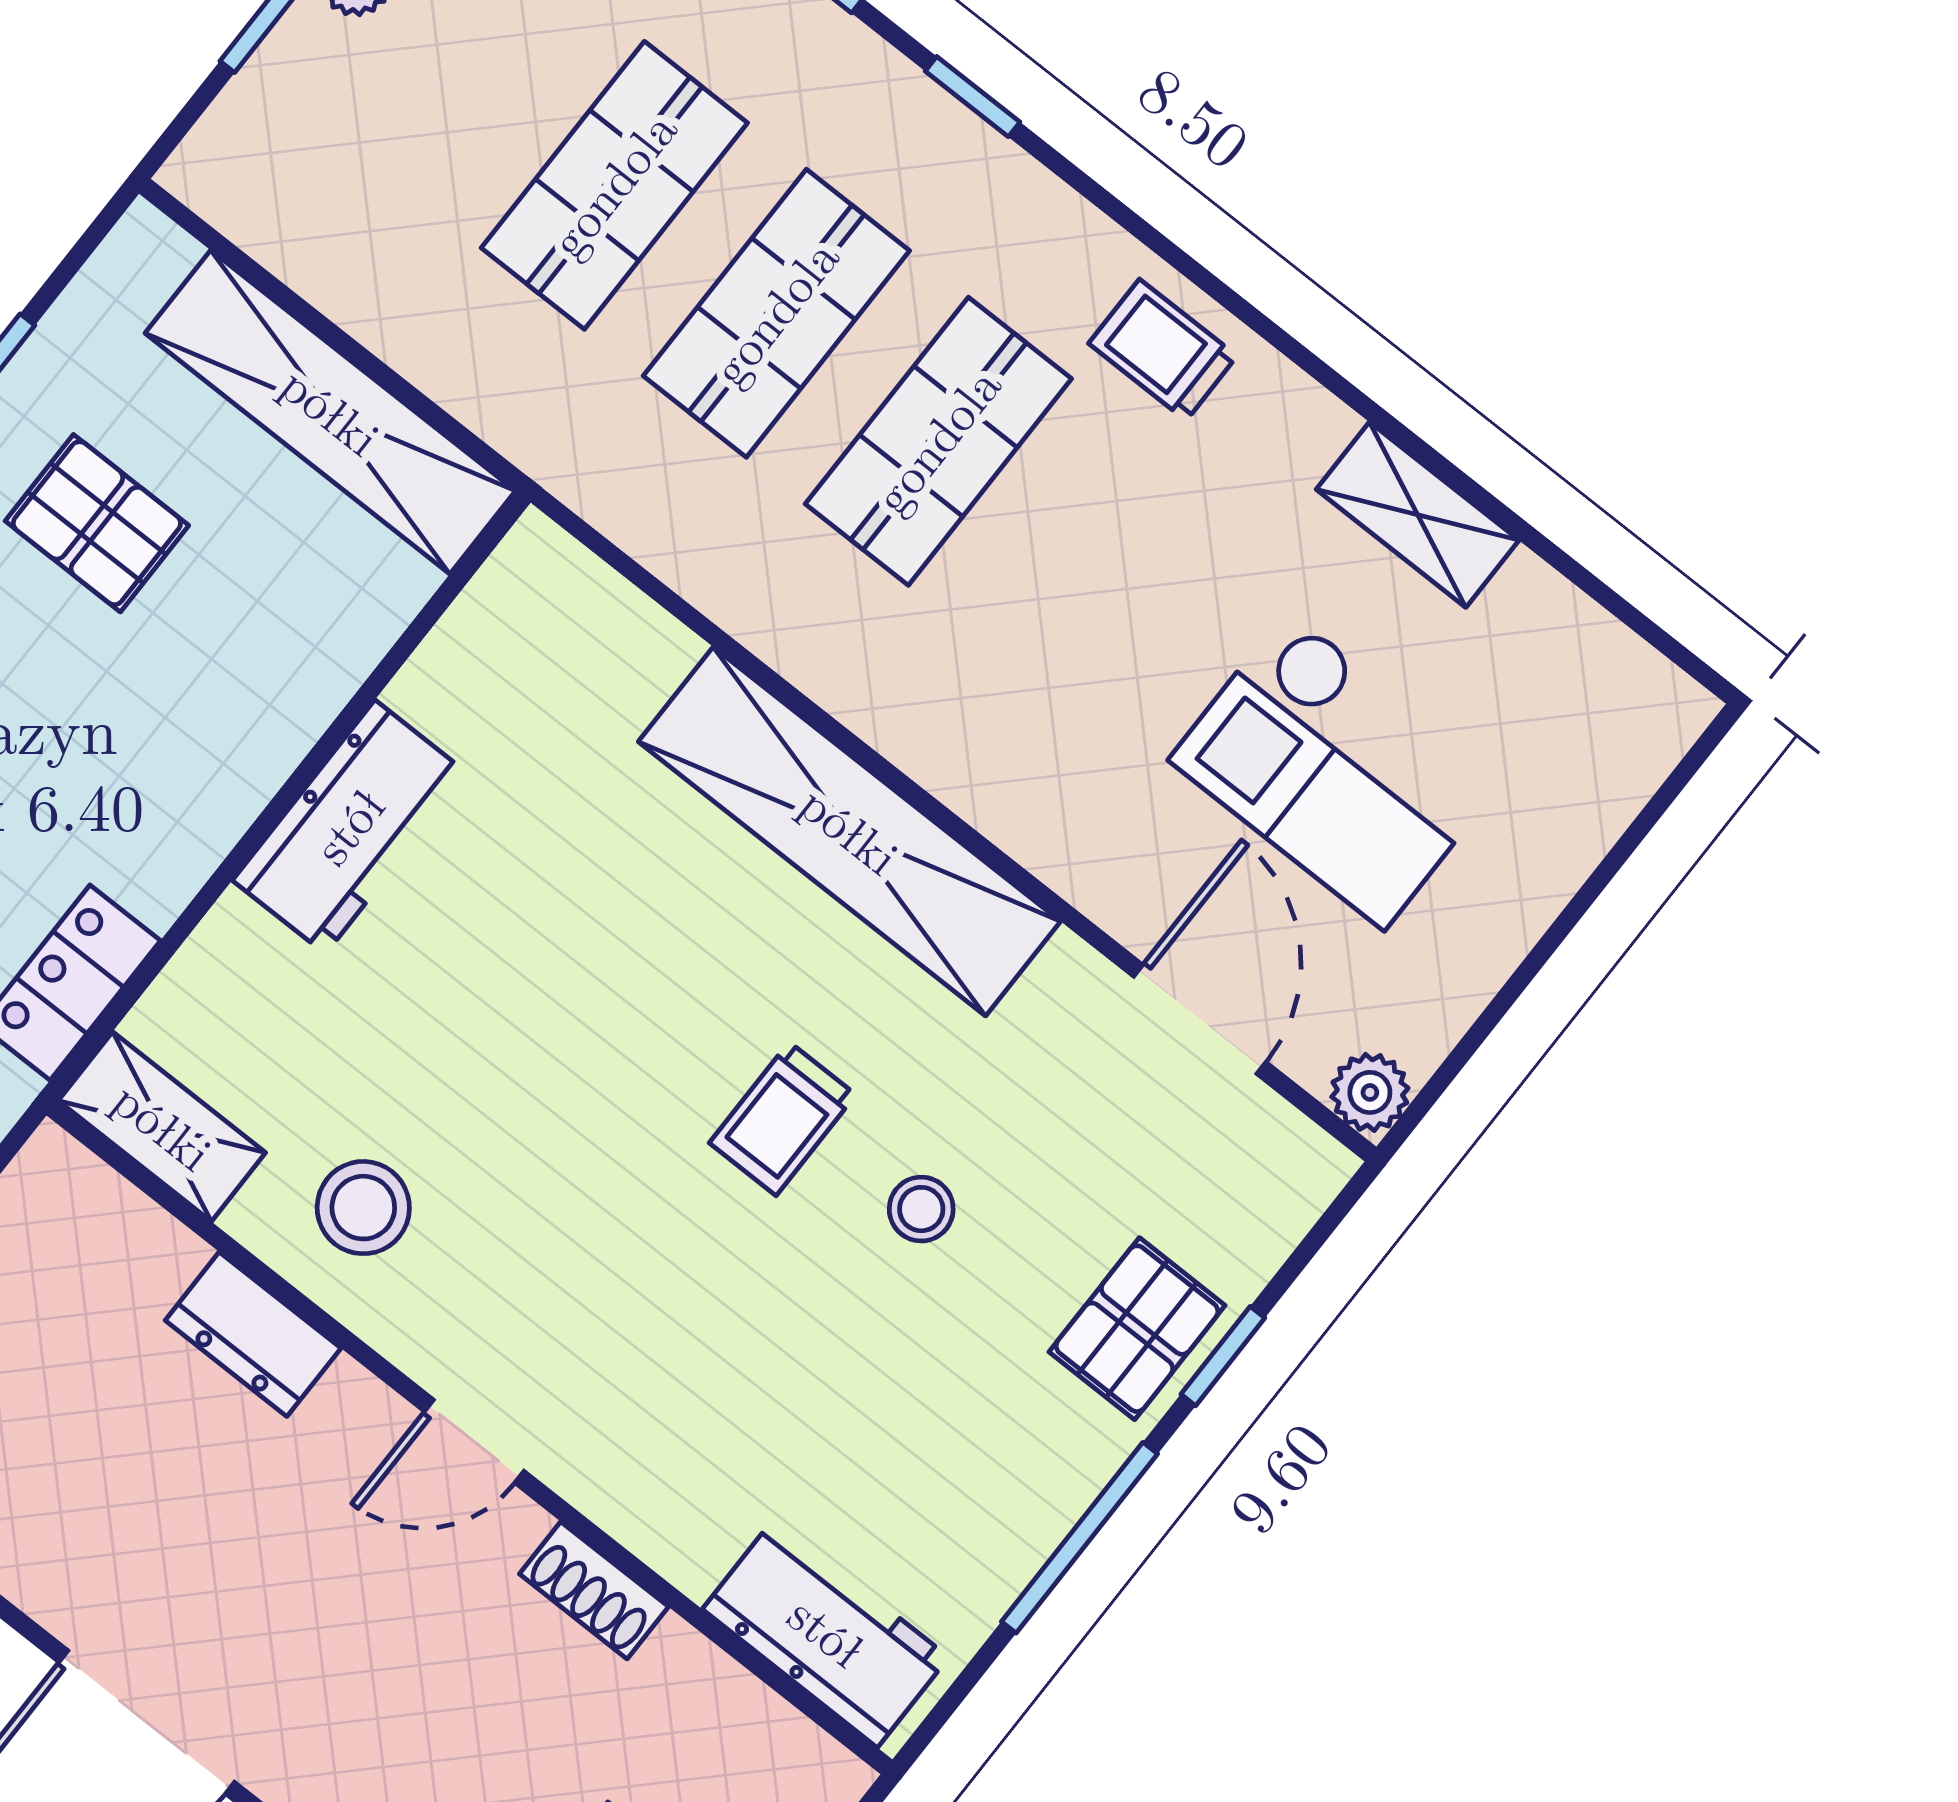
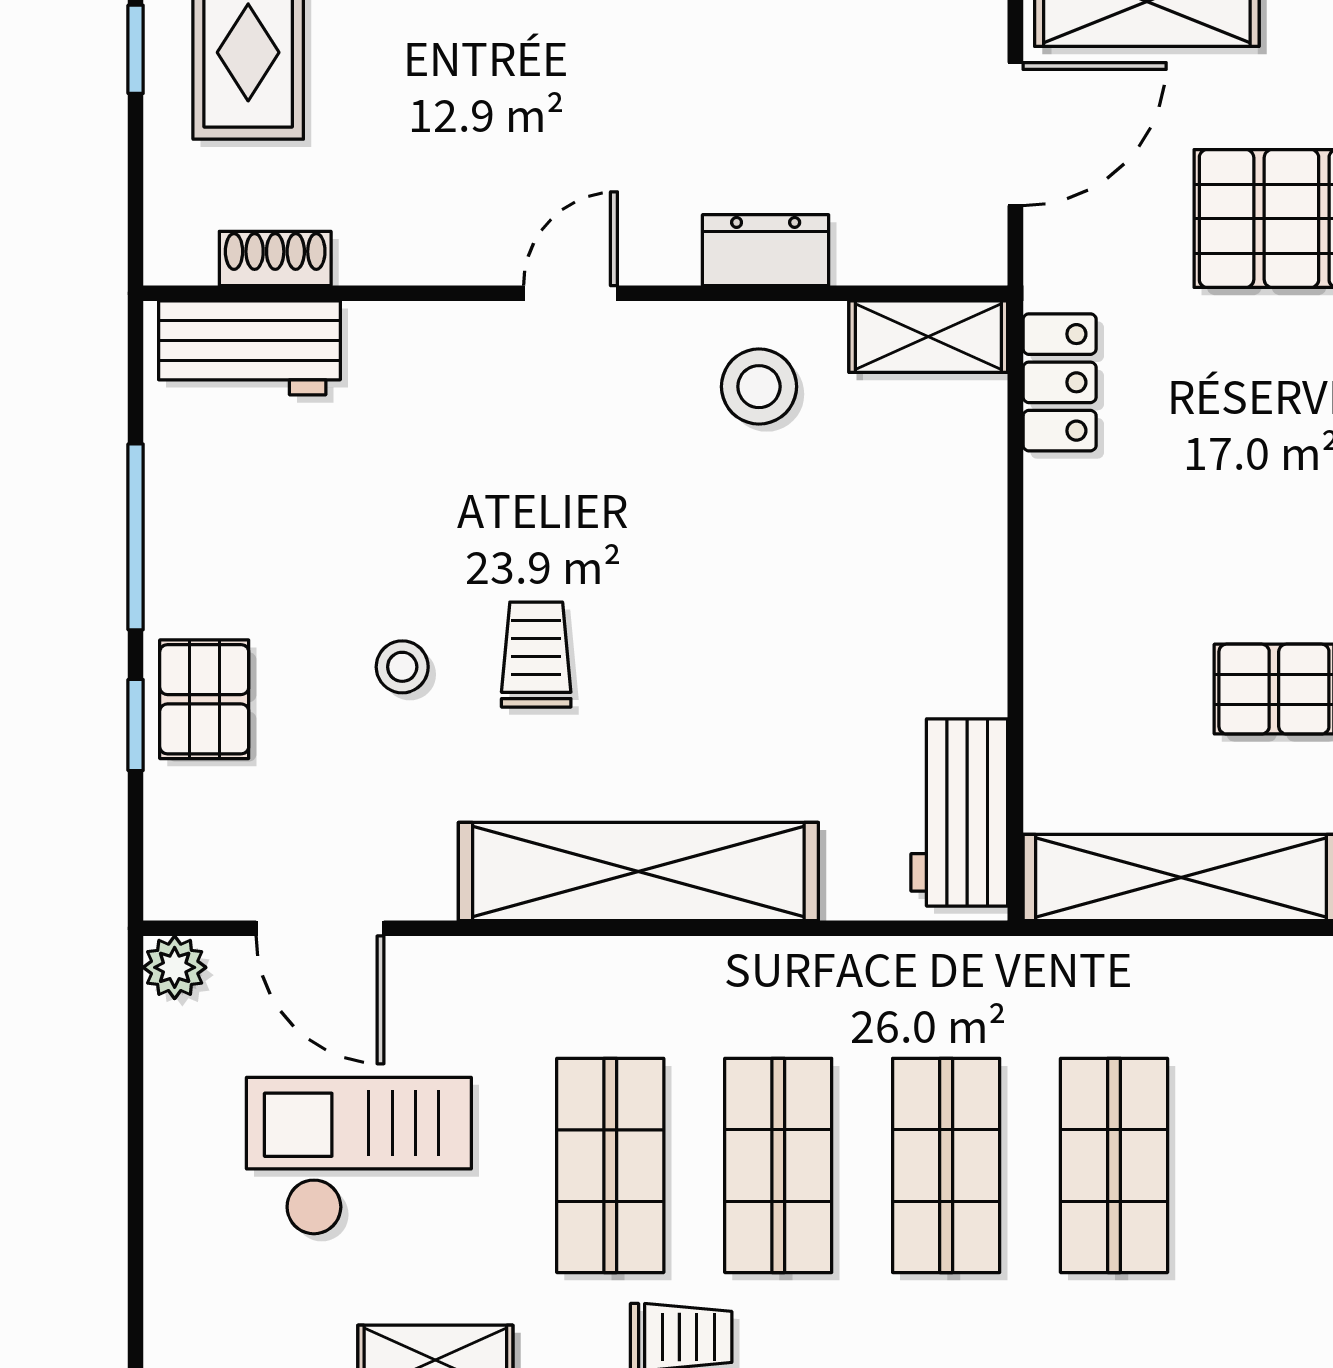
shop shelf: (1100, 569) -> (610, 1165), added
workbench: (350, 827) -> (959, 812), moved
shoe rack: (594, 1590) -> (275, 259), moved

